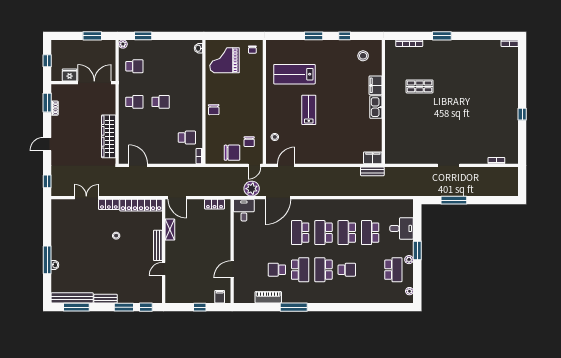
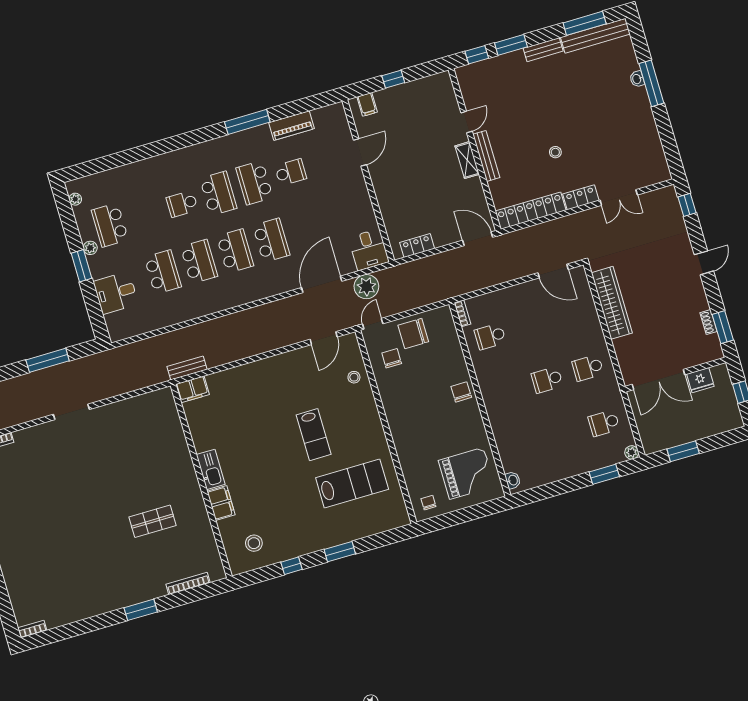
shelving: (170, 230) -> (467, 160), moved

